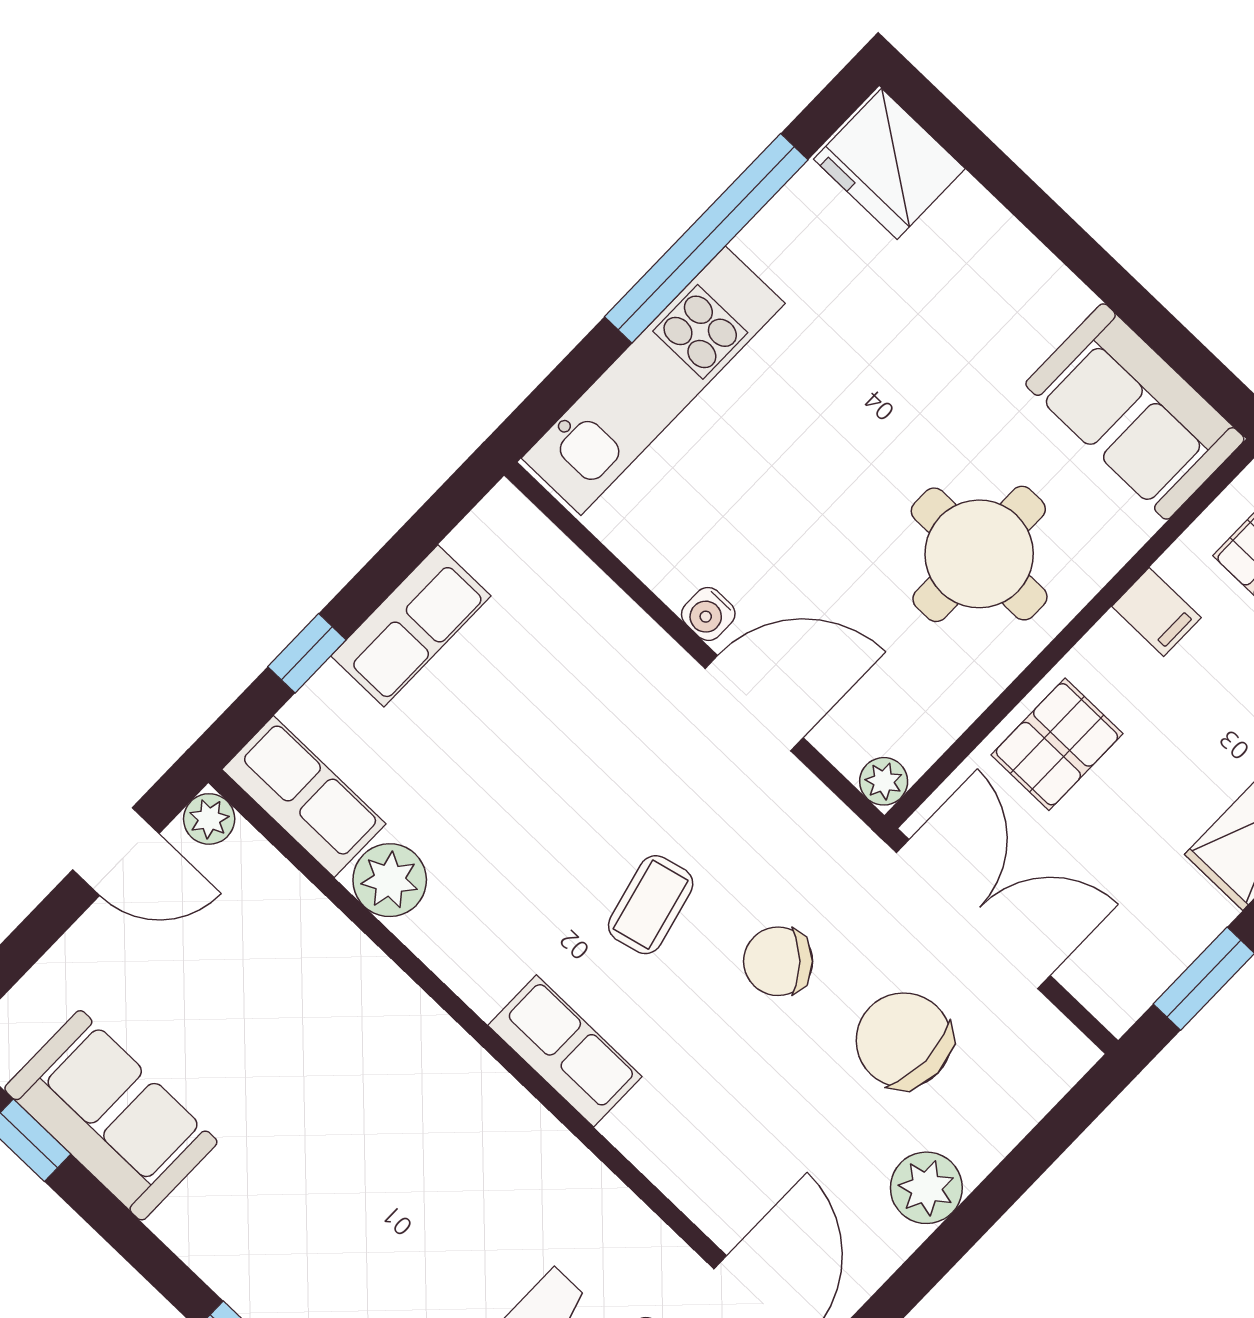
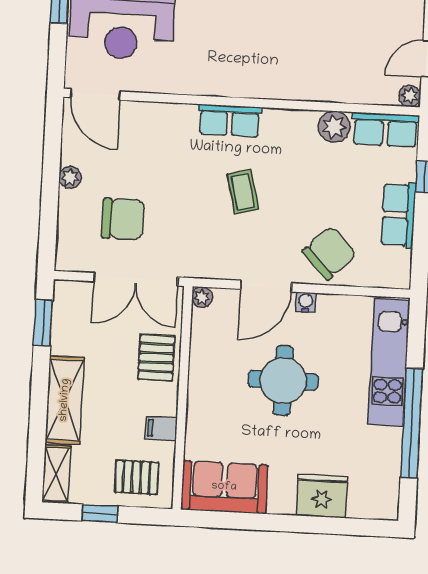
fridge: (889, 164) -> (322, 496), moved
round table: (979, 554) -> (283, 380), moved
chair: (778, 961) -> (329, 253), moved, width x1.37, depth x1.37
plant: (926, 1188) -> (70, 177), width x0.73, depth x0.73

